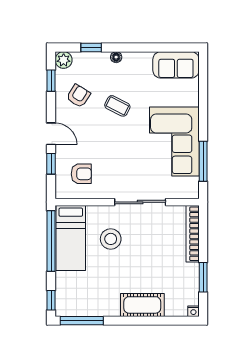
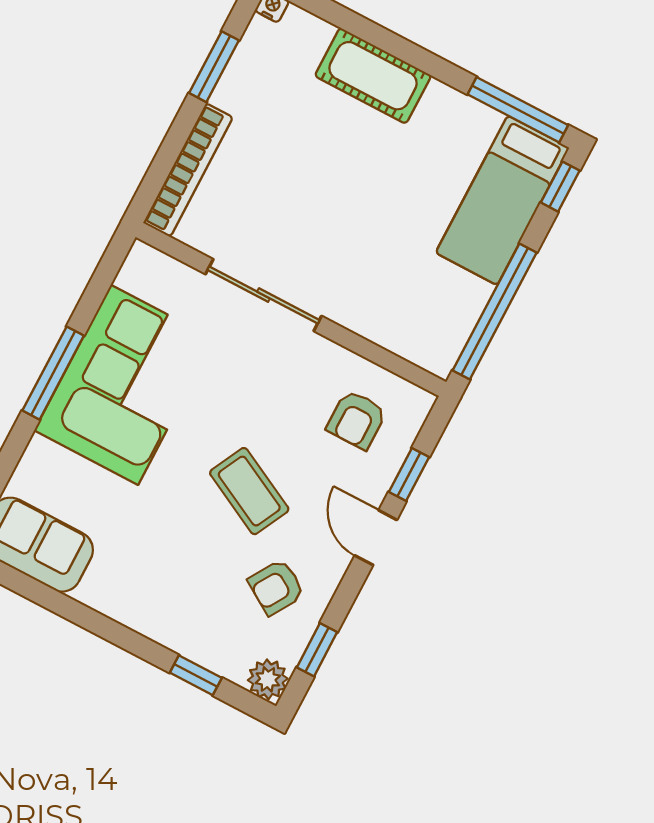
floor lamp: (116, 57) -> (154, 627), removed
coffee table: (117, 106) -> (249, 491), moved, width x1.36, depth x1.30
window: (203, 161) -> (53, 373), moved
armchair: (81, 174) -> (357, 420), turned -90
bed: (71, 238) -> (502, 200), moved, turned 180
stool: (111, 239) -> (367, 250), removed

